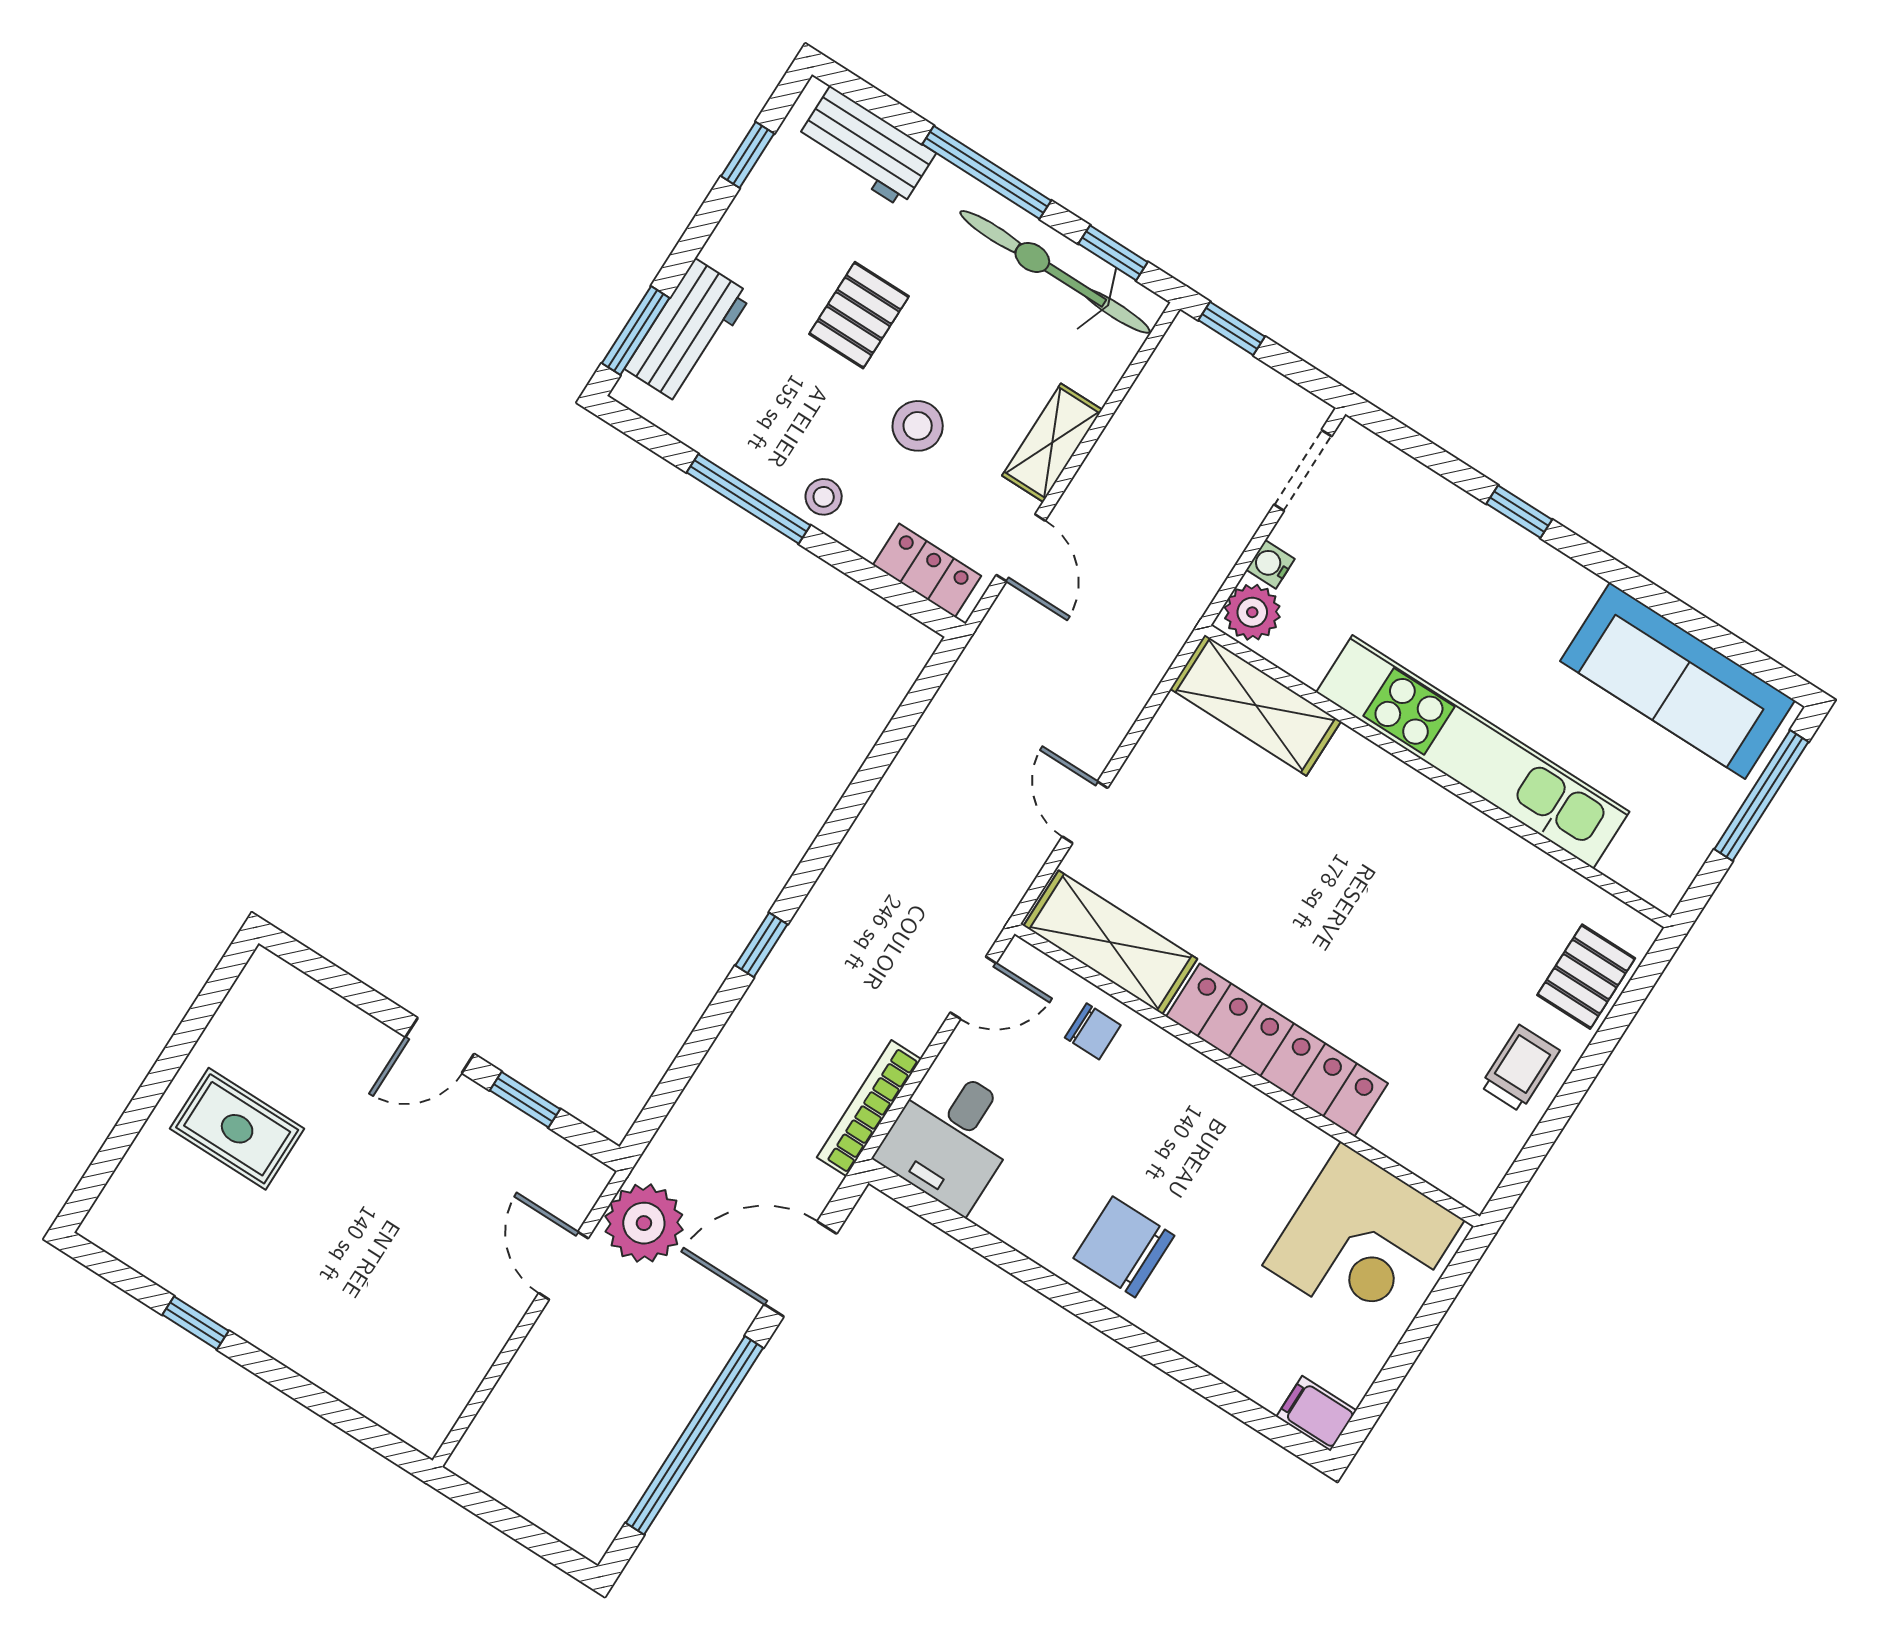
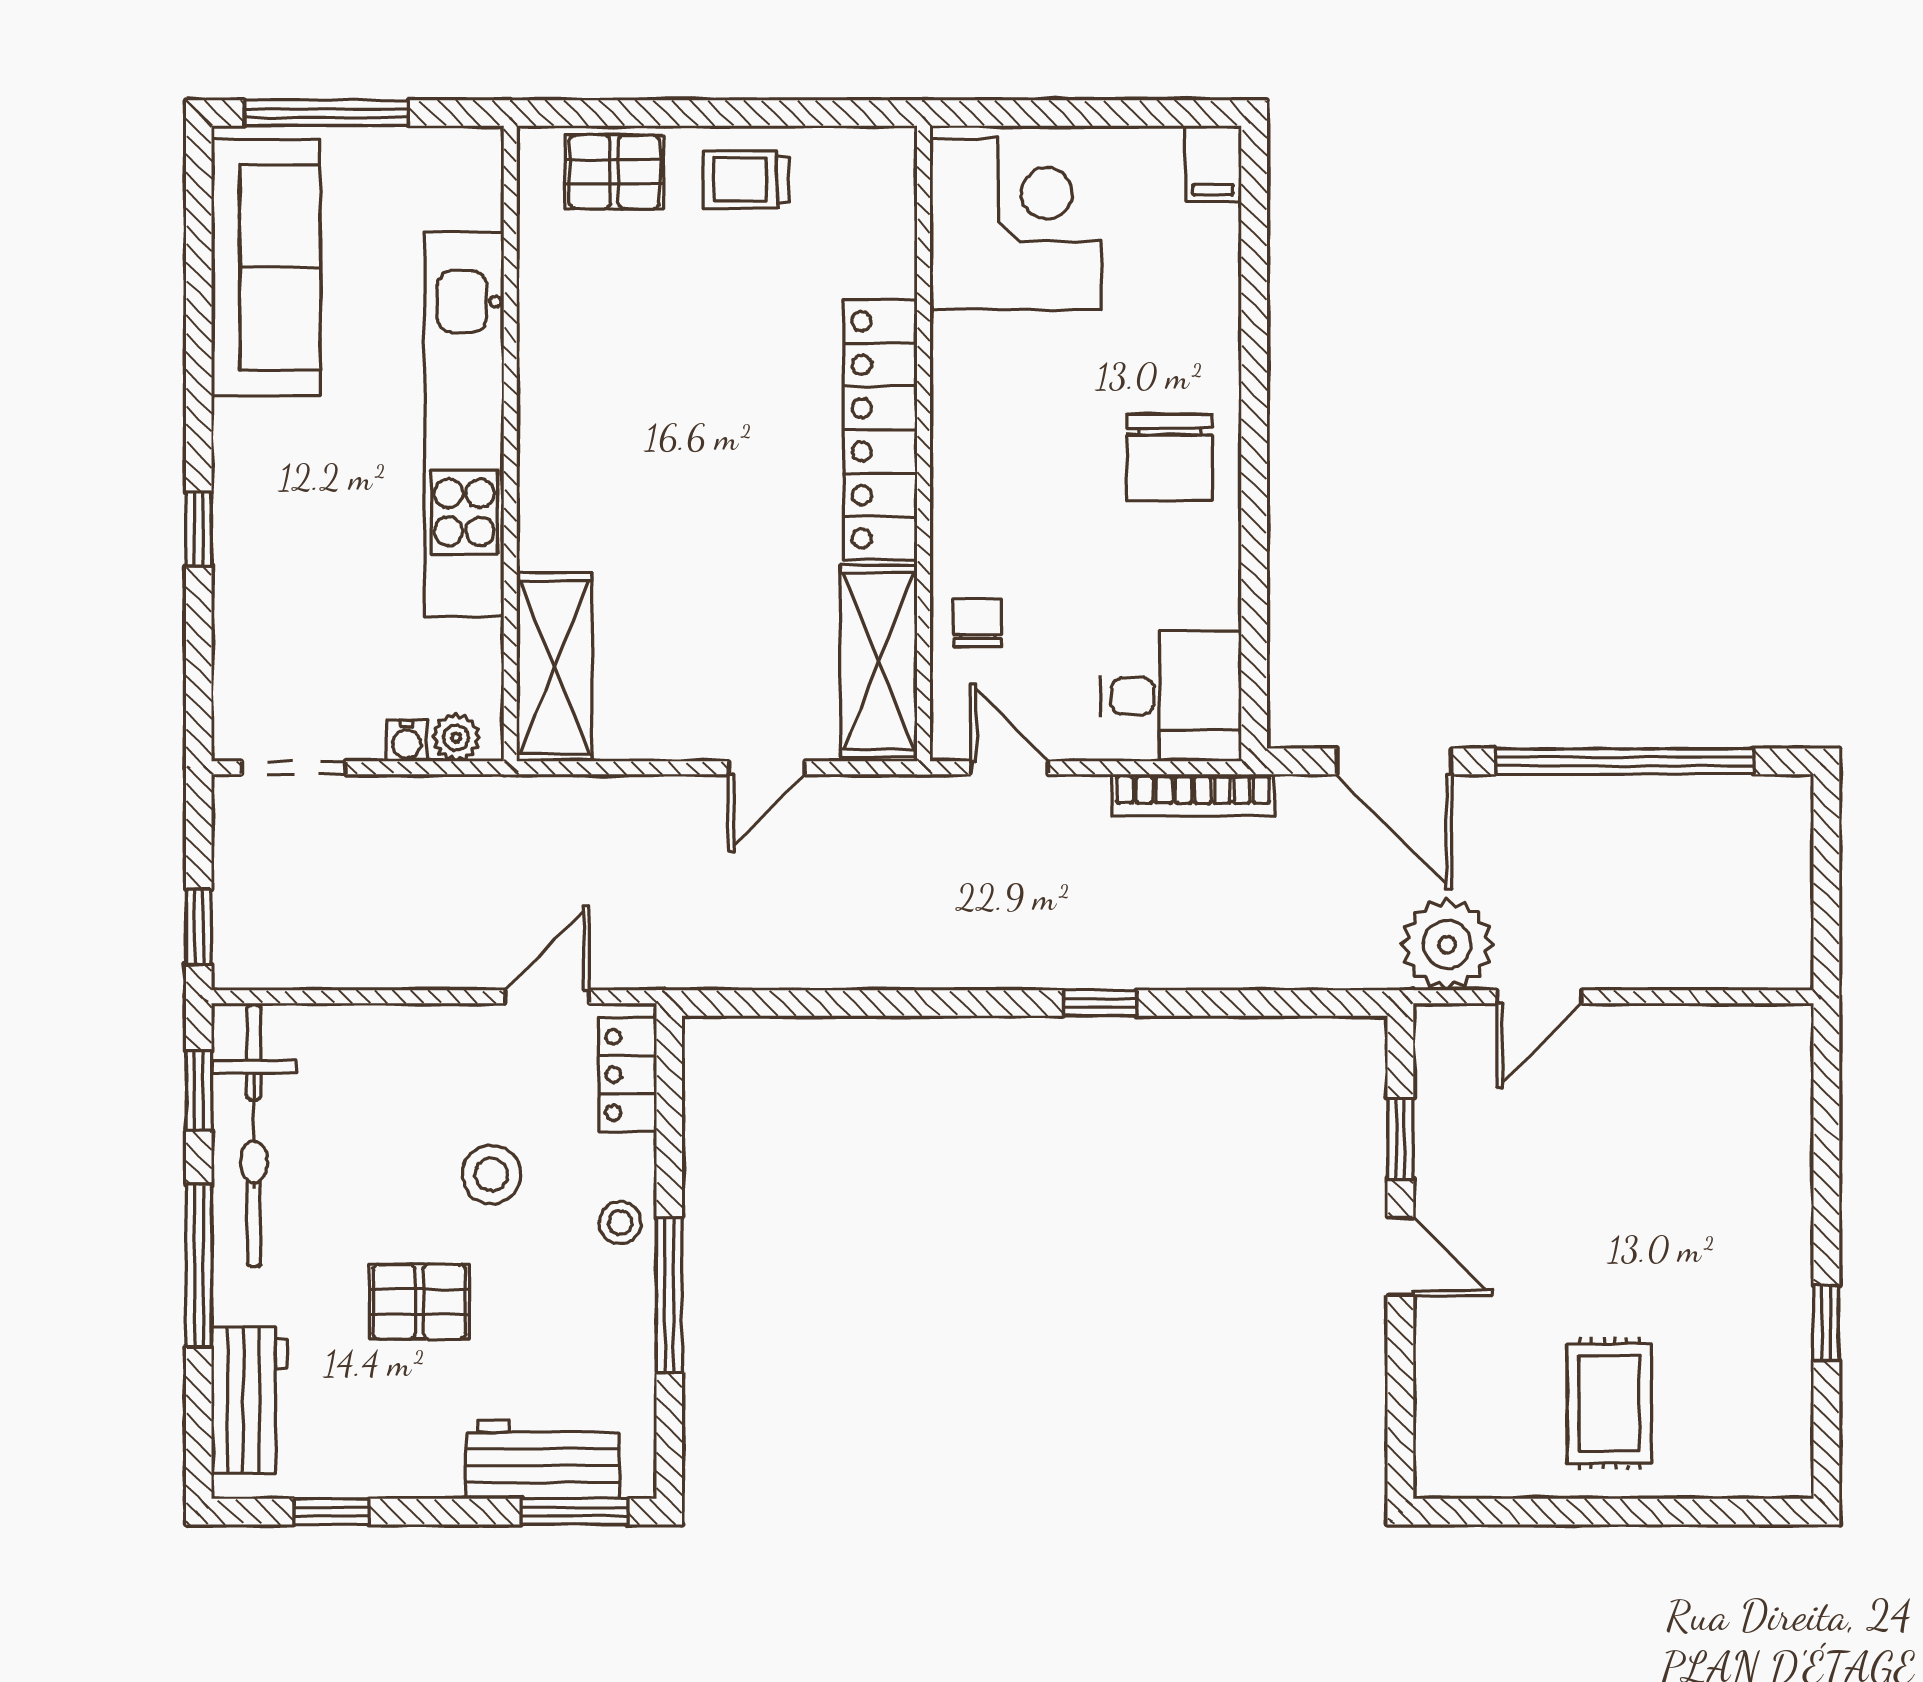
shelving: (1052, 443) -> (424, 1032), removed
plant: (1252, 612) -> (456, 738), width x0.73, depth x0.73

